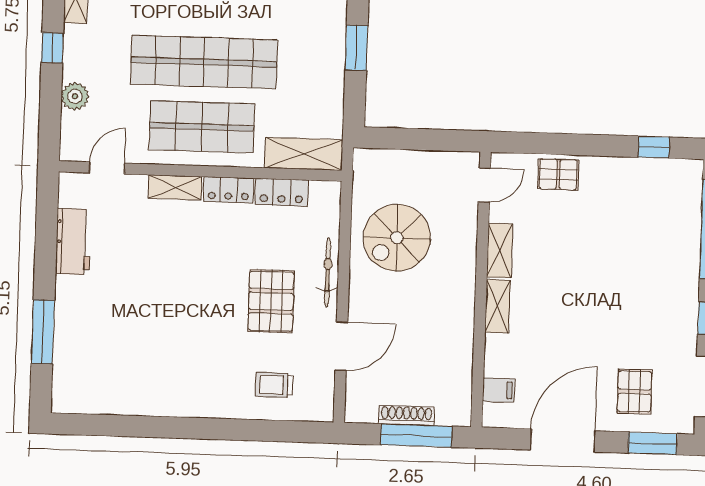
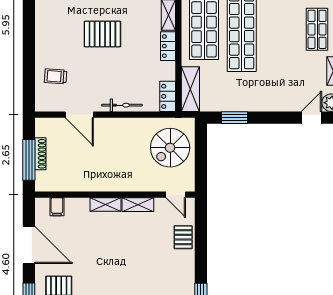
window: (356, 48) -> (234, 118), moved
locker: (282, 192) -> (168, 96), moved
spiral stairs: (397, 238) -> (170, 148), moved, turned -90
pallet: (271, 301) -> (102, 34), moved
trolley: (274, 385) -> (56, 76), turned -86

